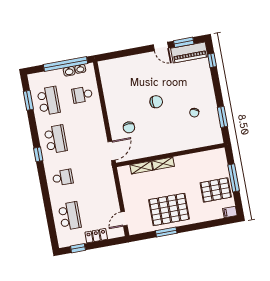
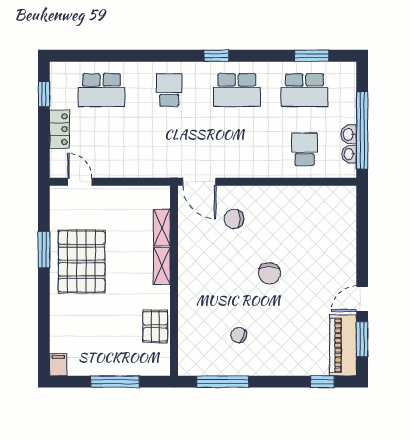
window: (222, 117) -> (223, 382), width x1.44
school desk: (63, 178) -> (169, 90), turned 180
pallet: (216, 190) -> (155, 326), moved, width x0.67, depth x0.71

